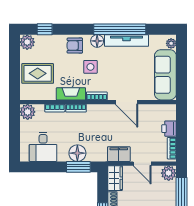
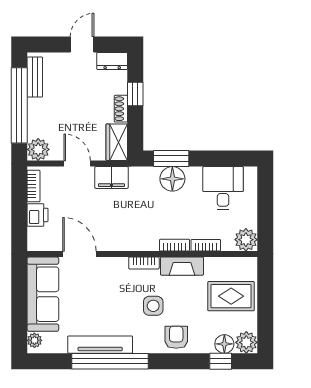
floor lamp: (97, 41) -> (224, 344), moved
armchair: (75, 46) -> (176, 337), turned -90
door: (127, 102) -> (79, 254), moved

